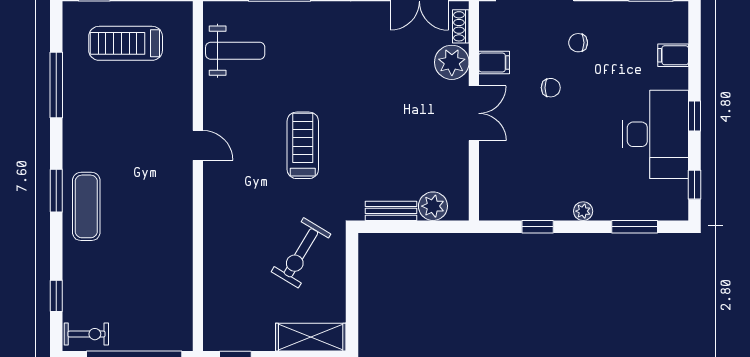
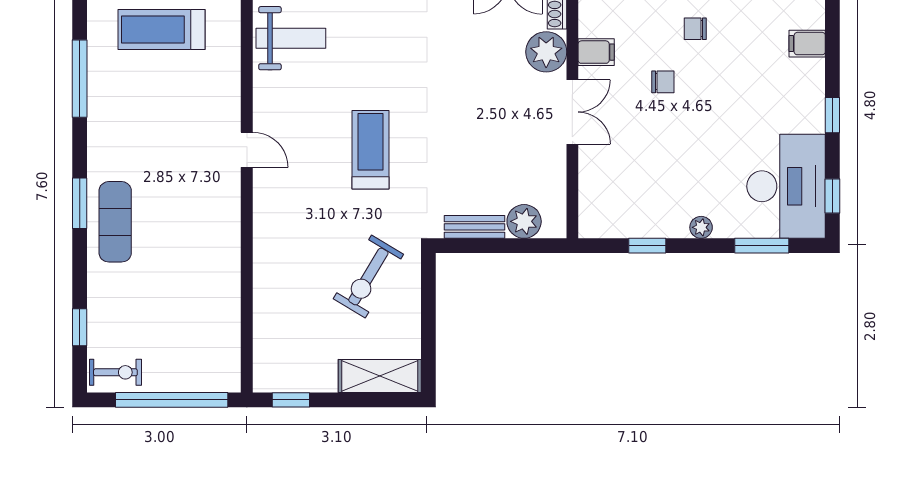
desk: (655, 134) -> (786, 186), moved

